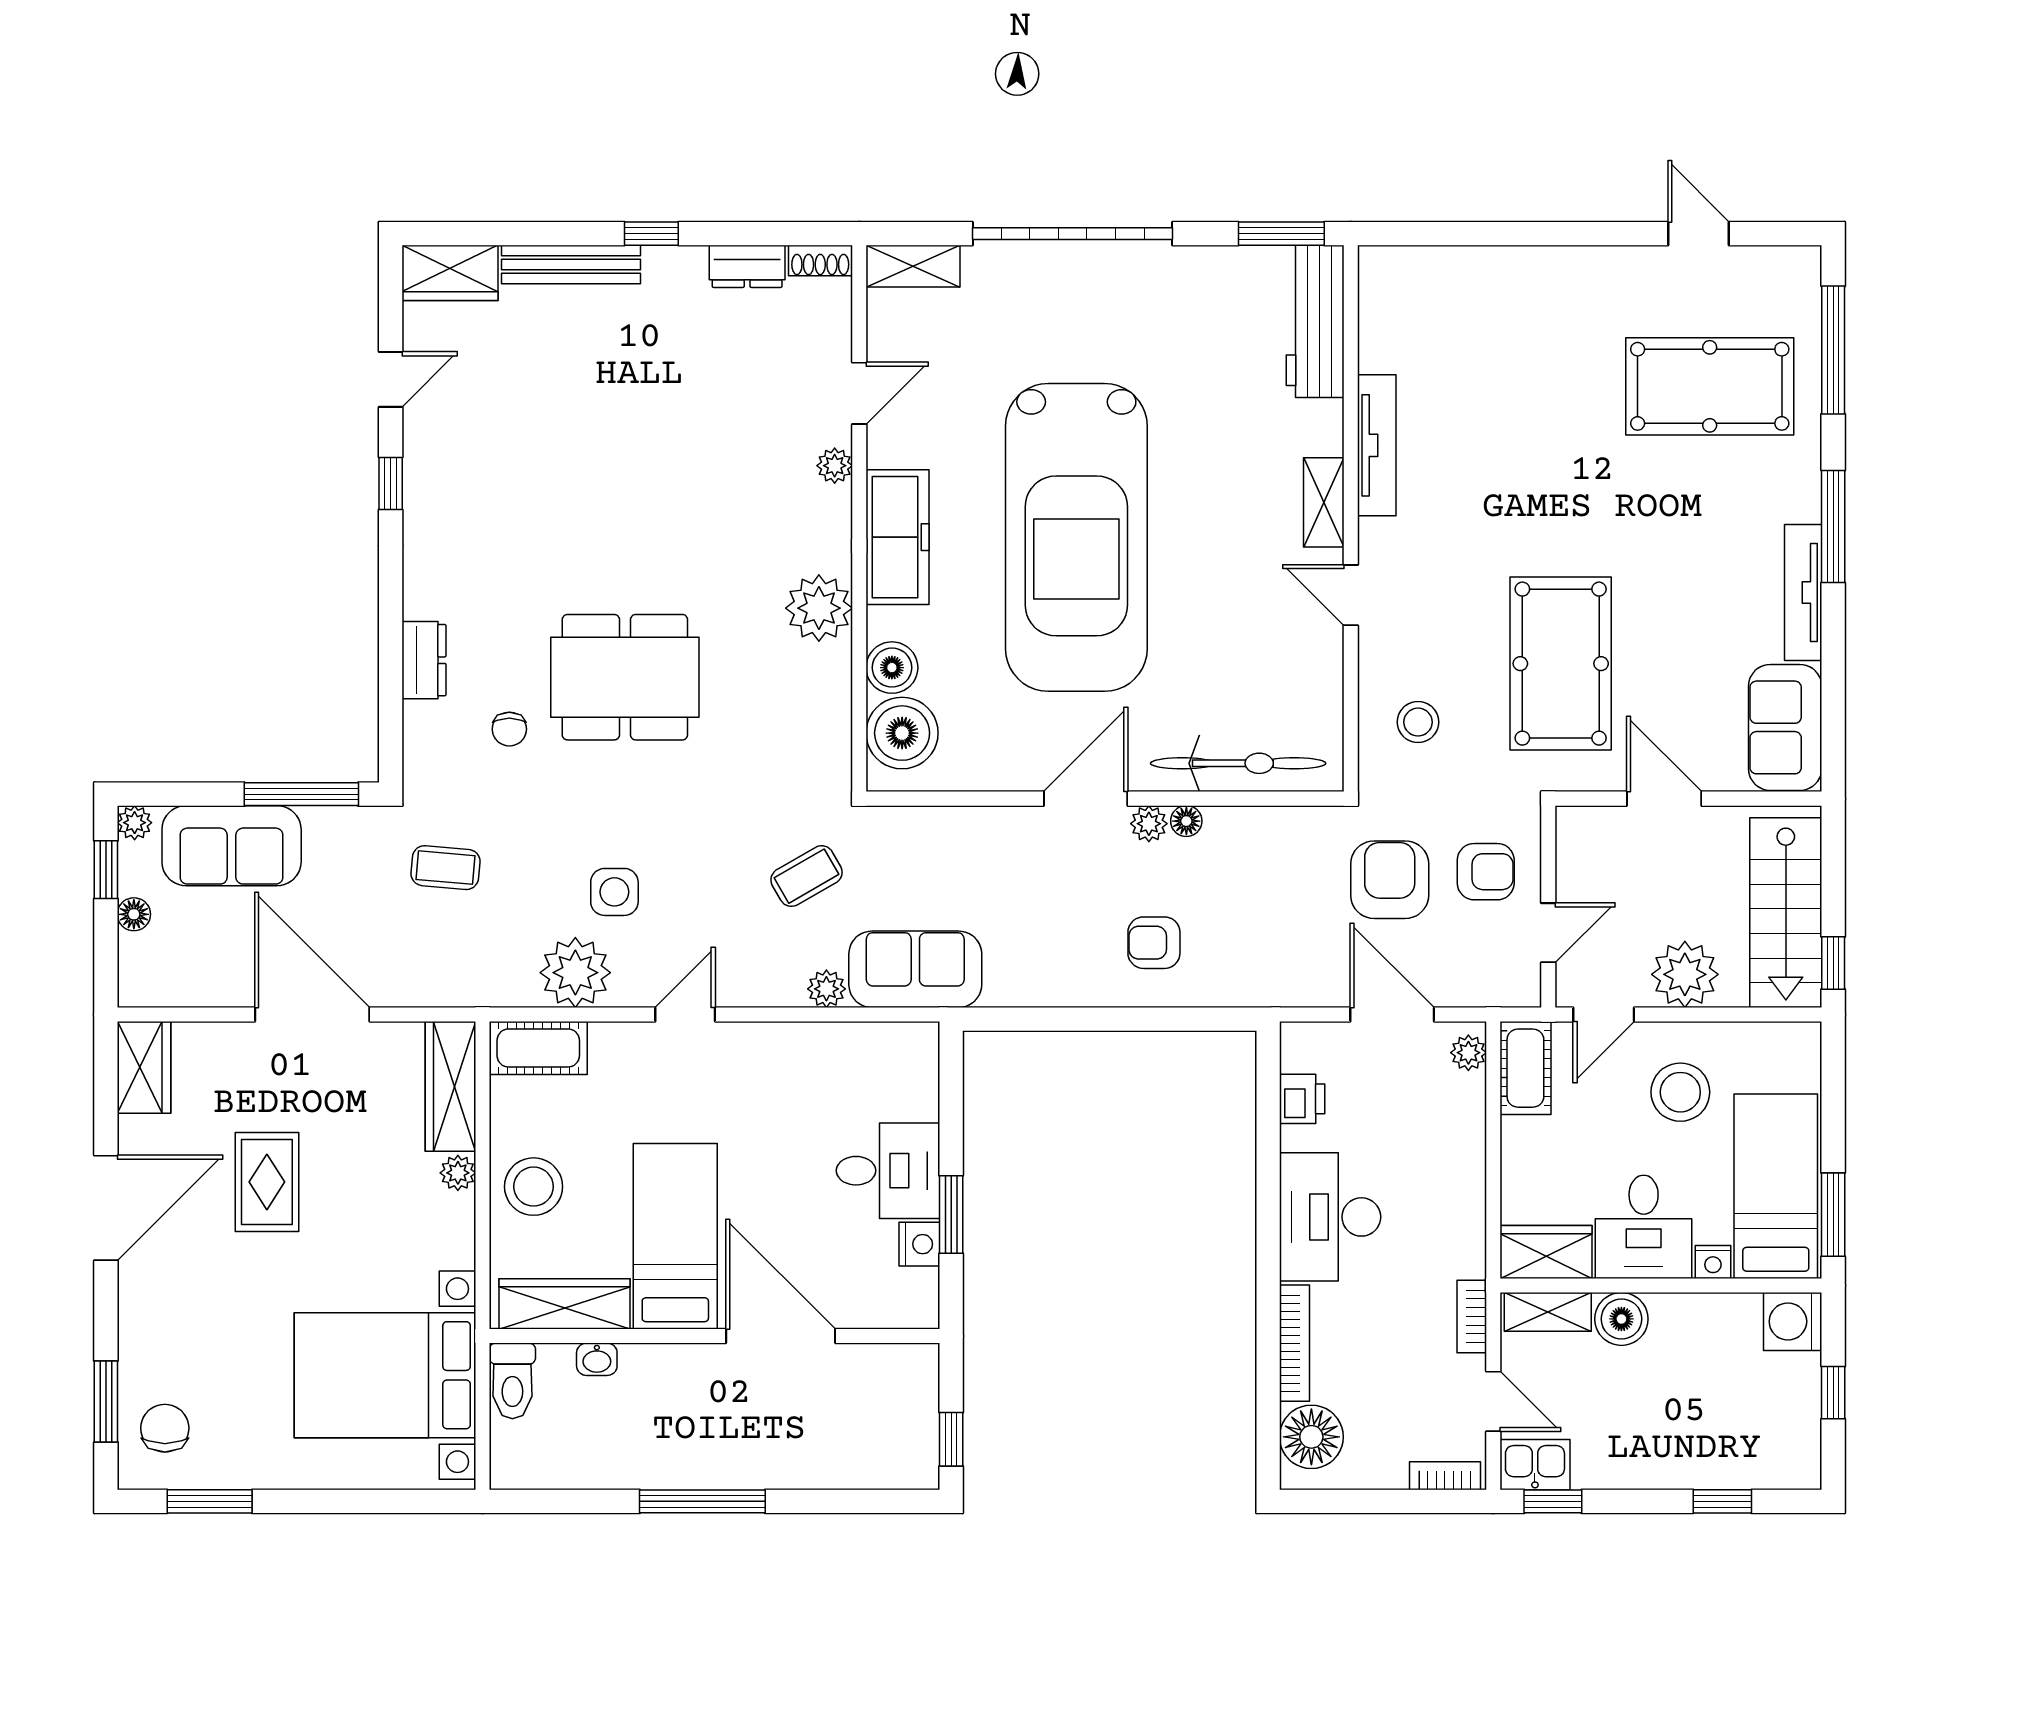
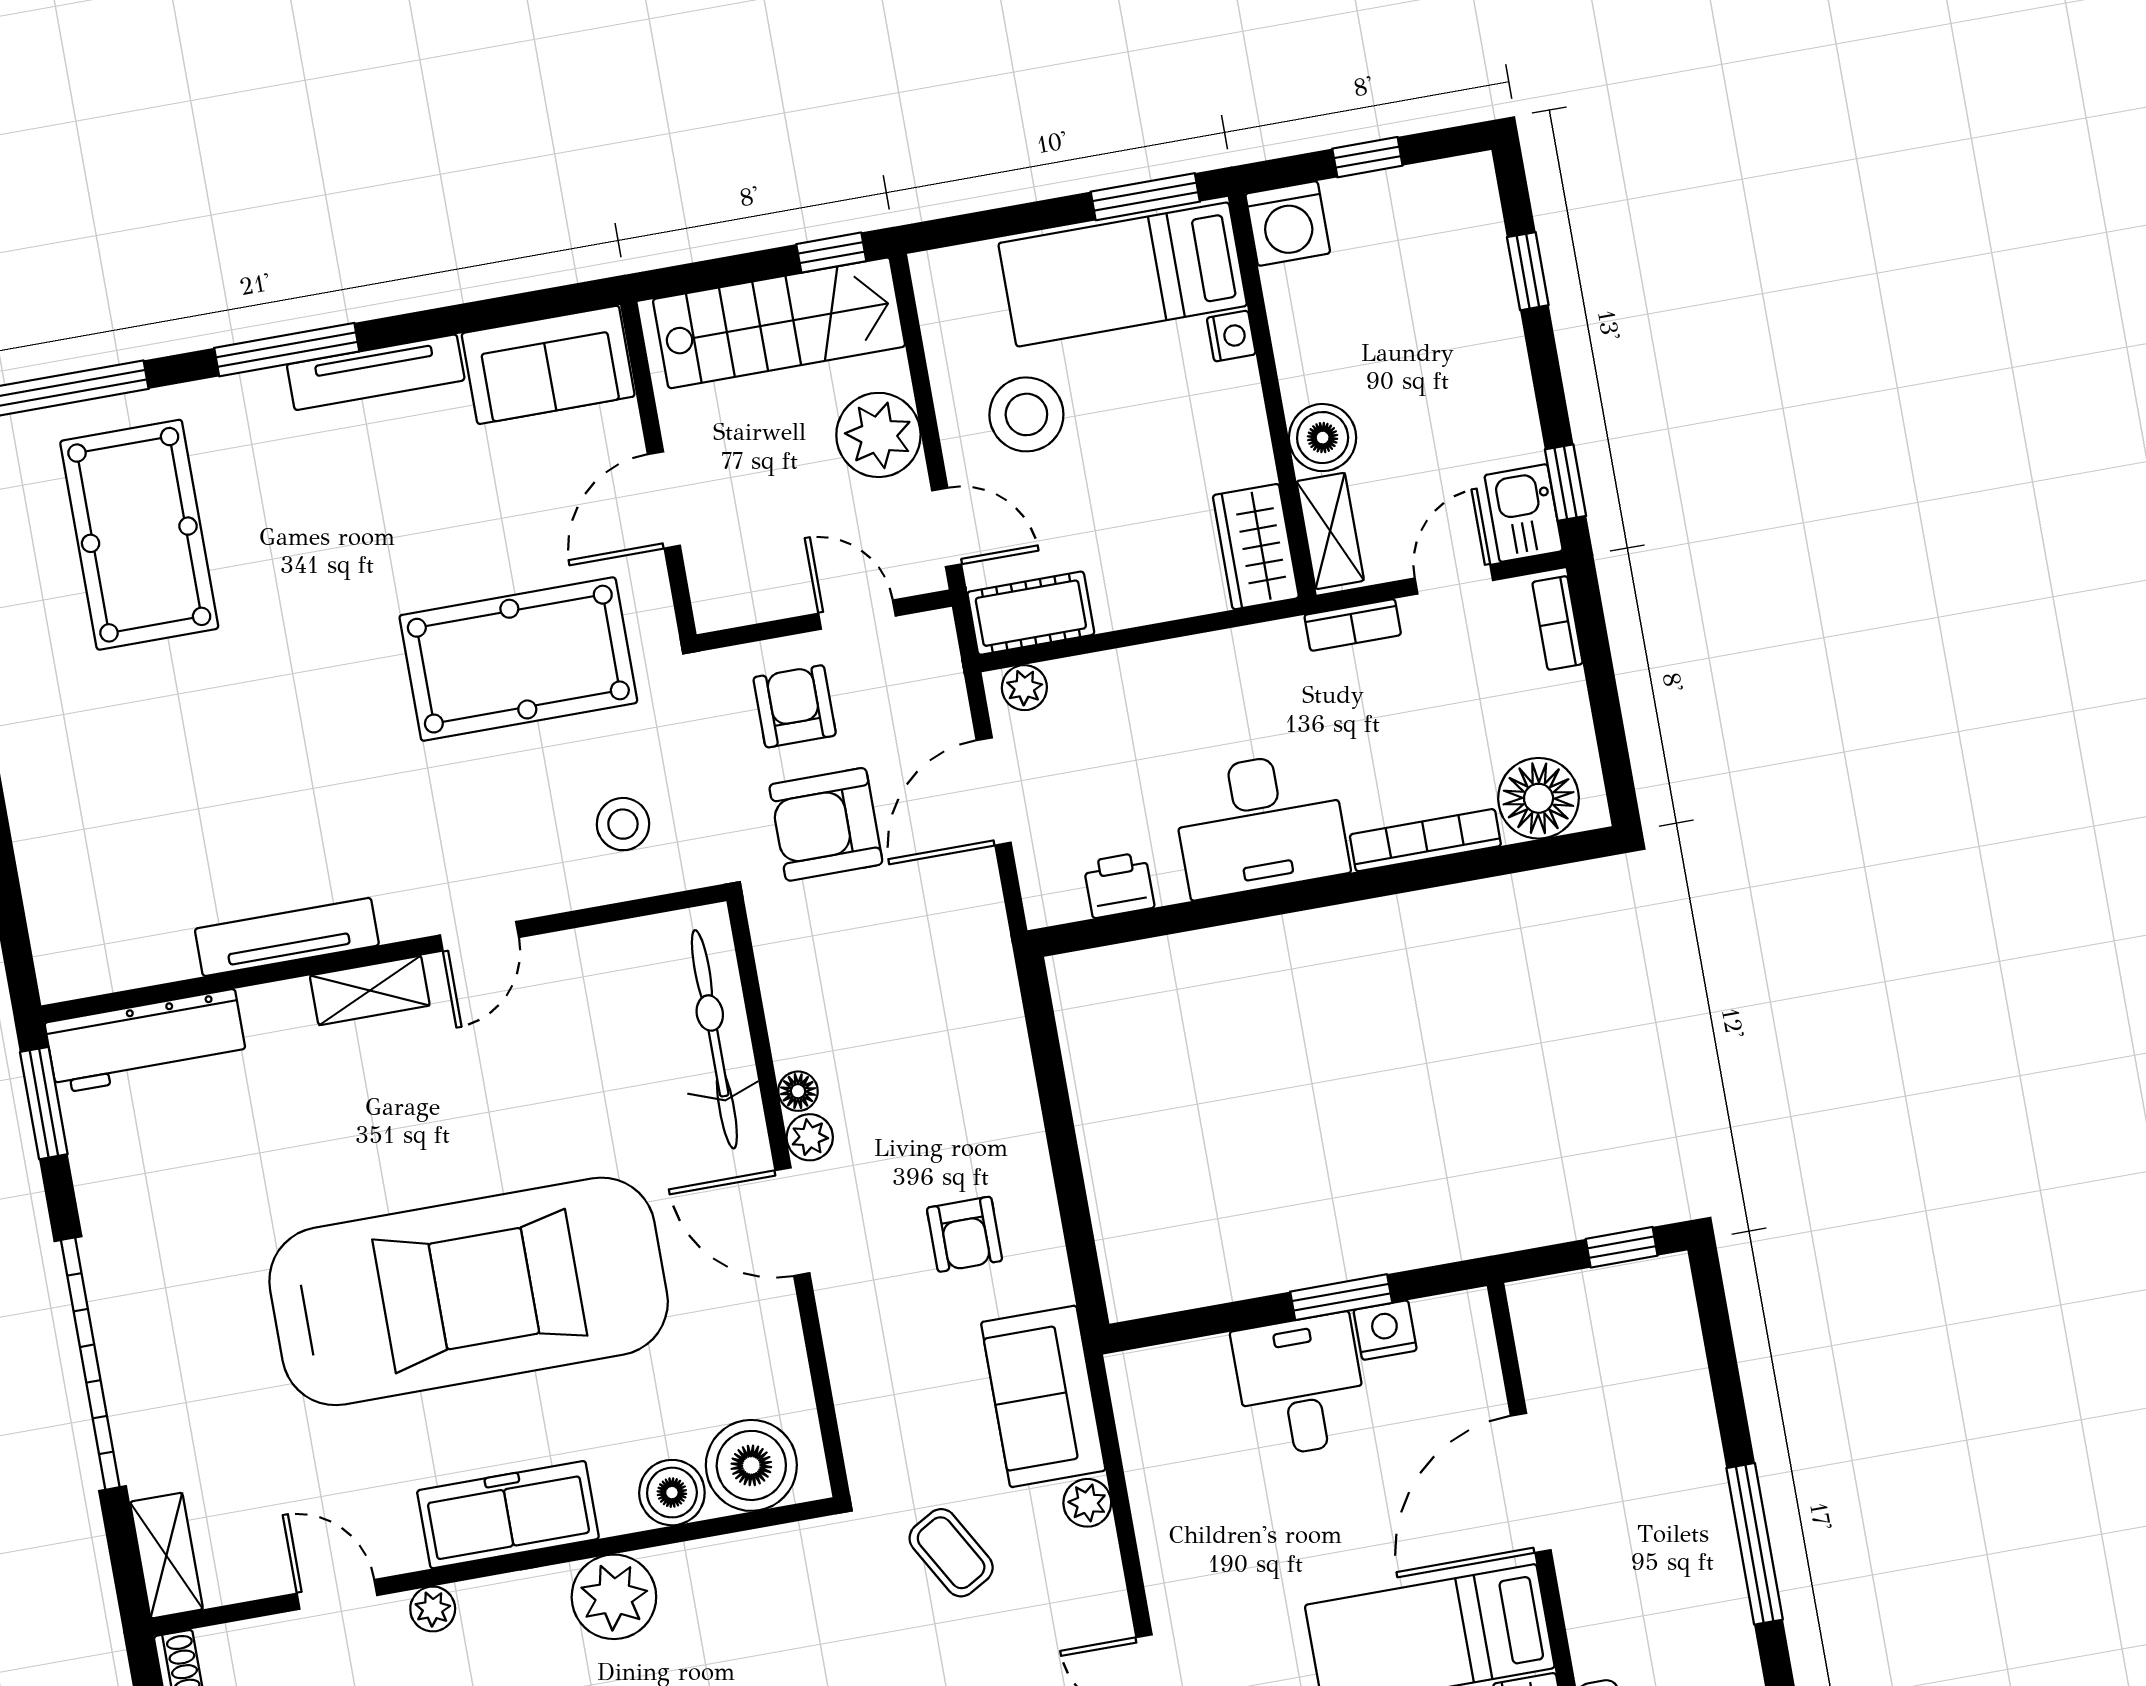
armchair: (1154, 943) -> (965, 1234), moved
desk: (1644, 1227) -> (1203, 430), removed

